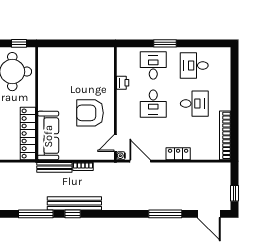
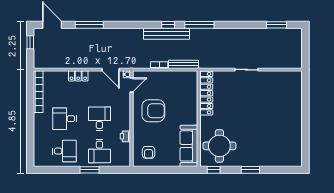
armchair: (96, 64) -> (149, 152), added
sofa: (48, 136) -> (189, 146), moved

